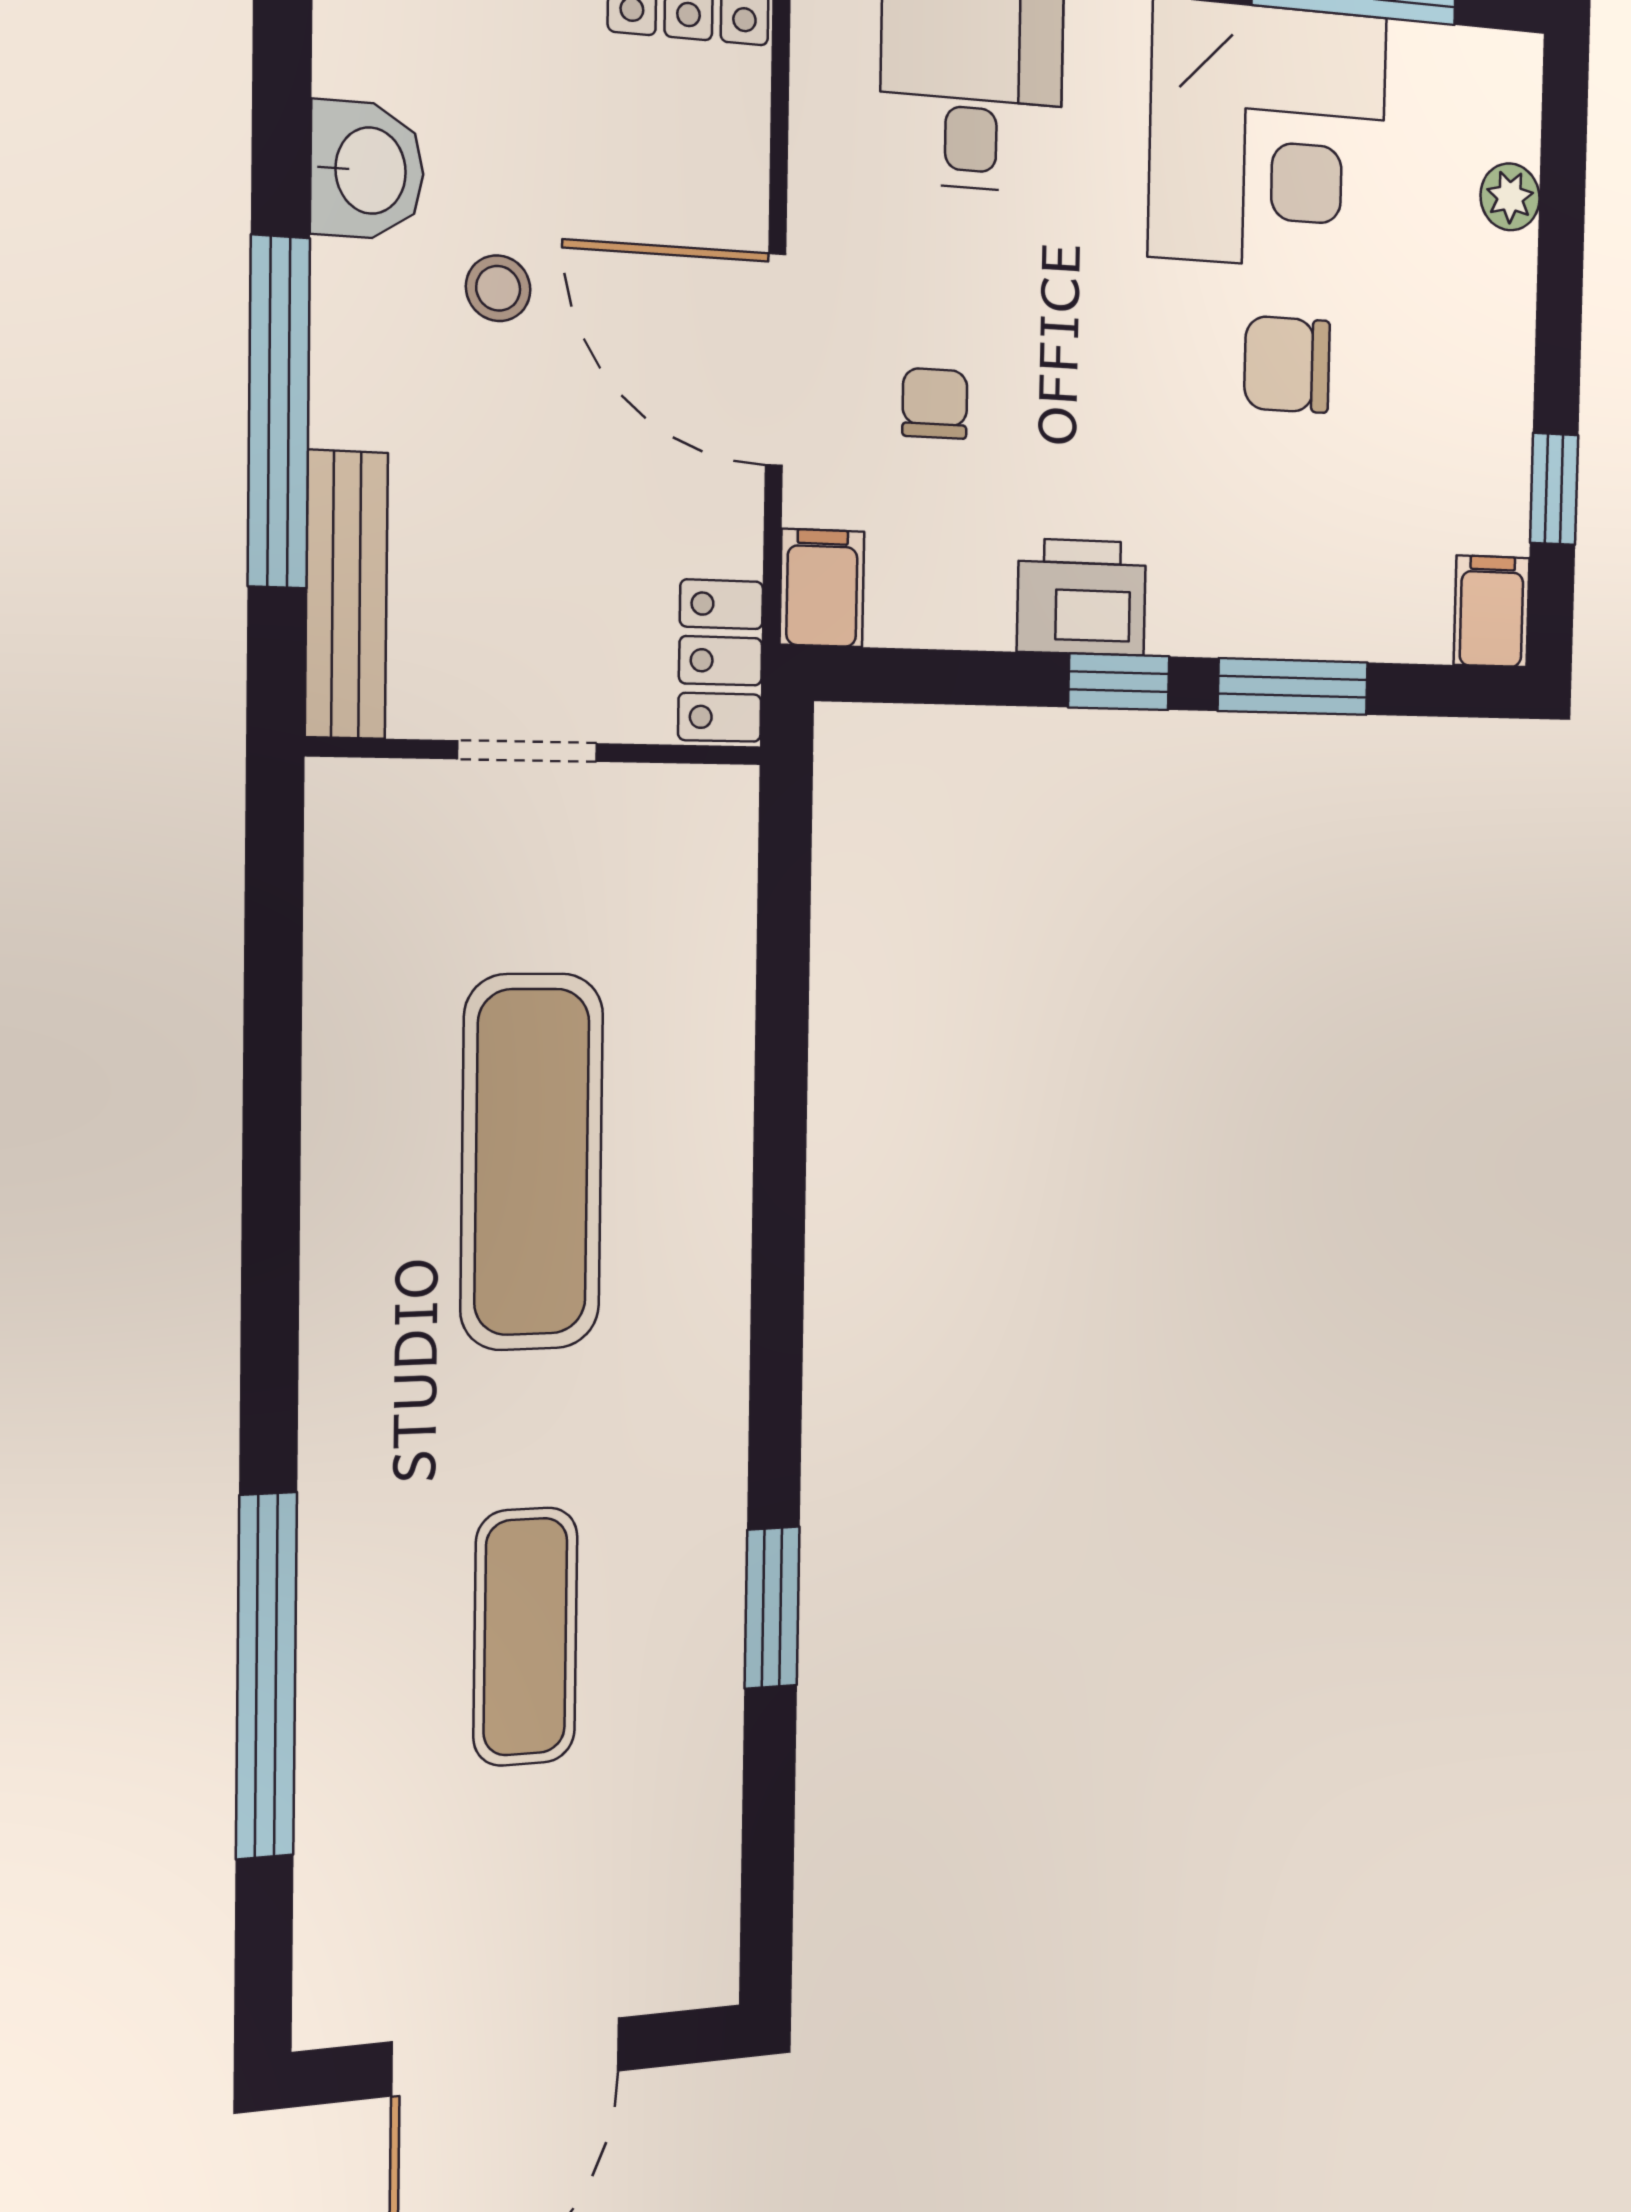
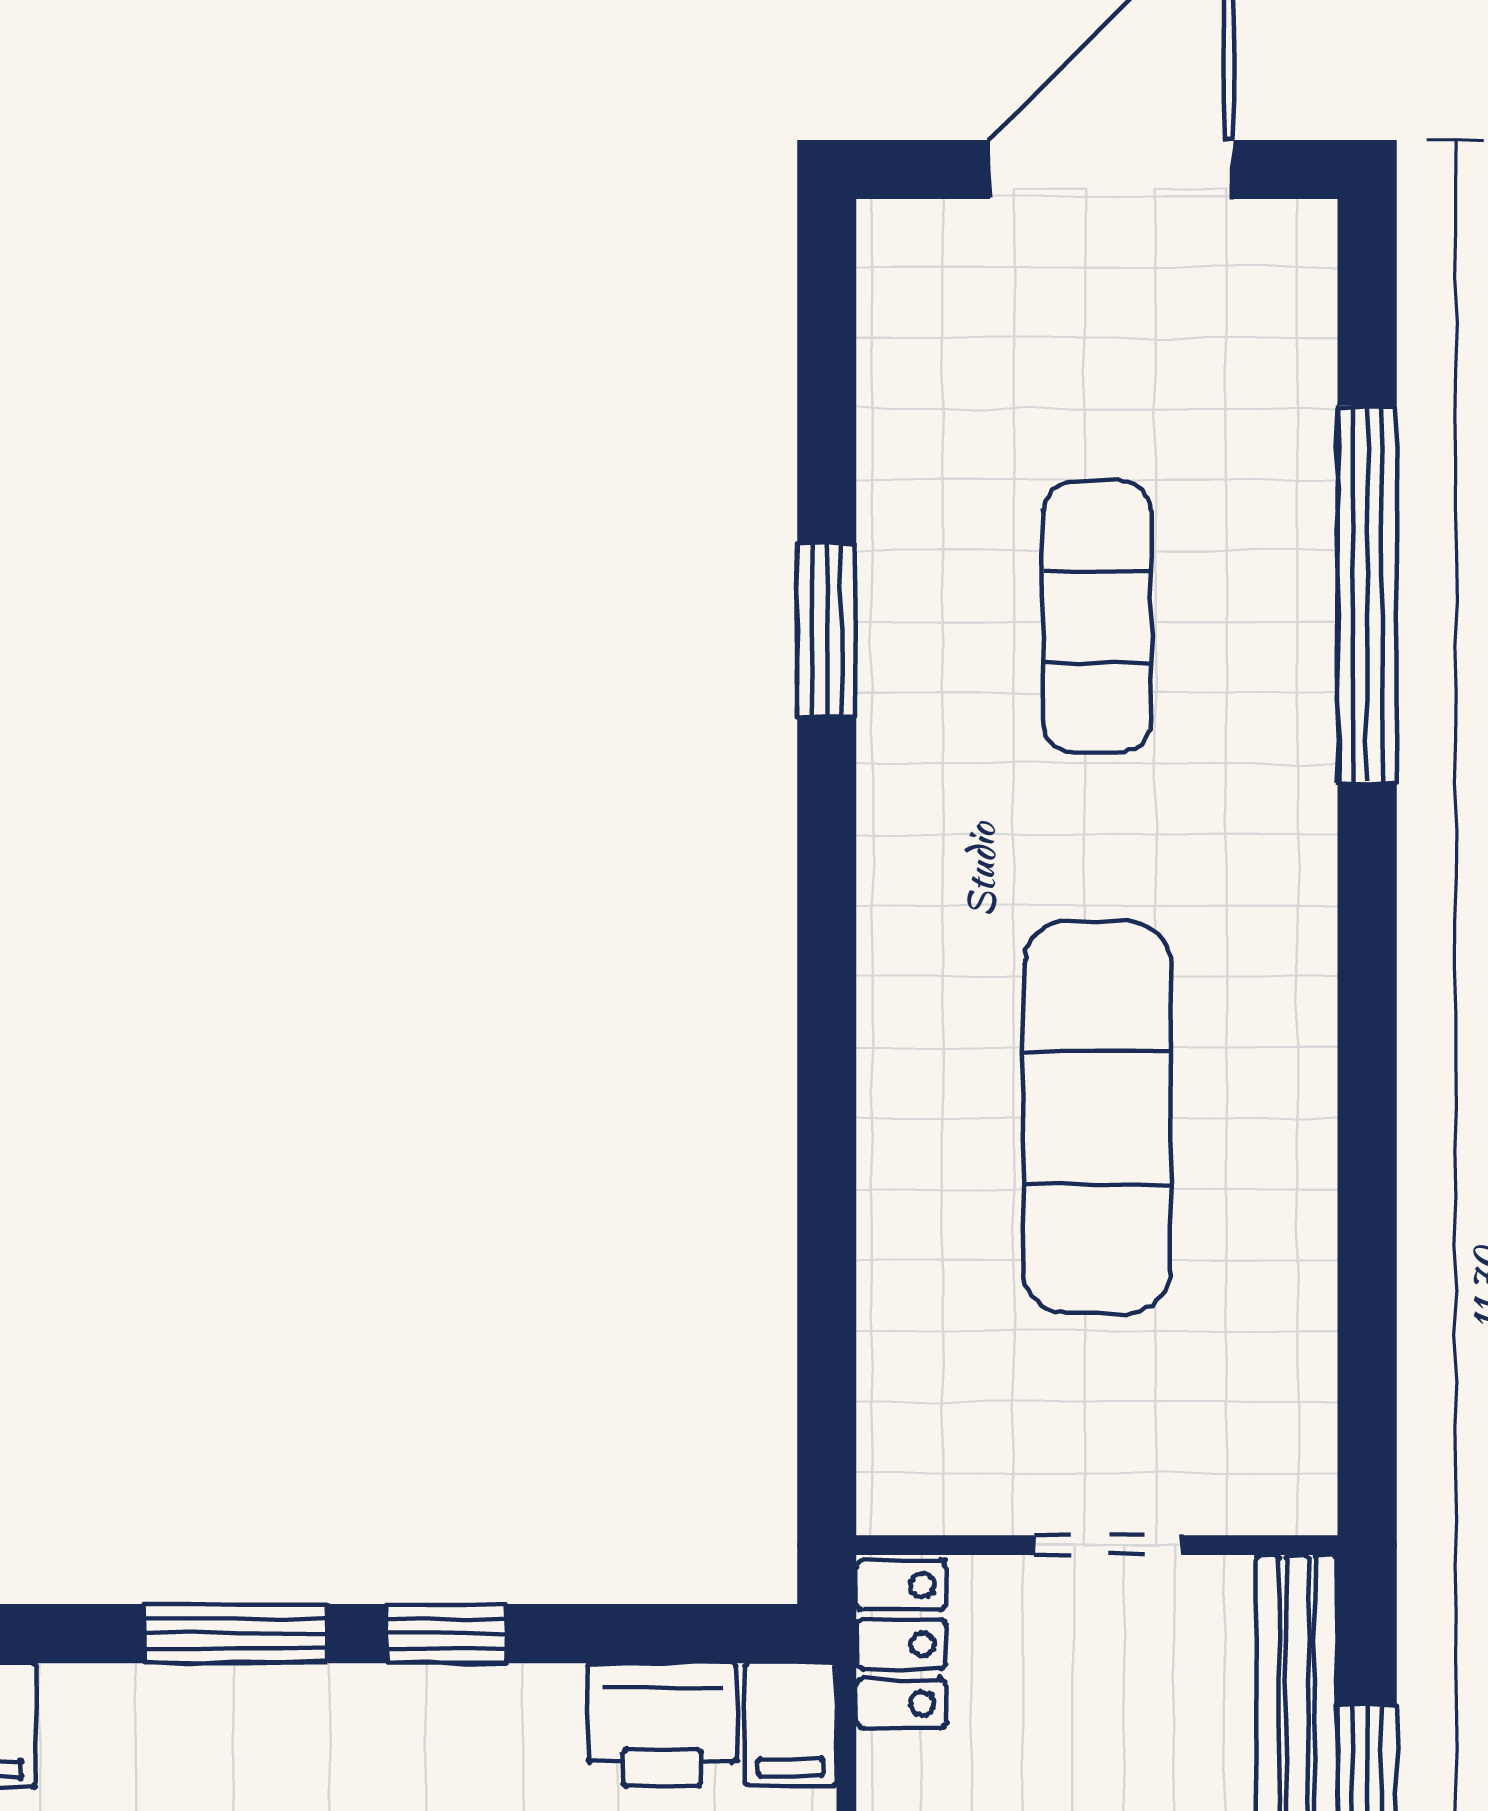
printer: (1082, 597) -> (662, 1725), moved

